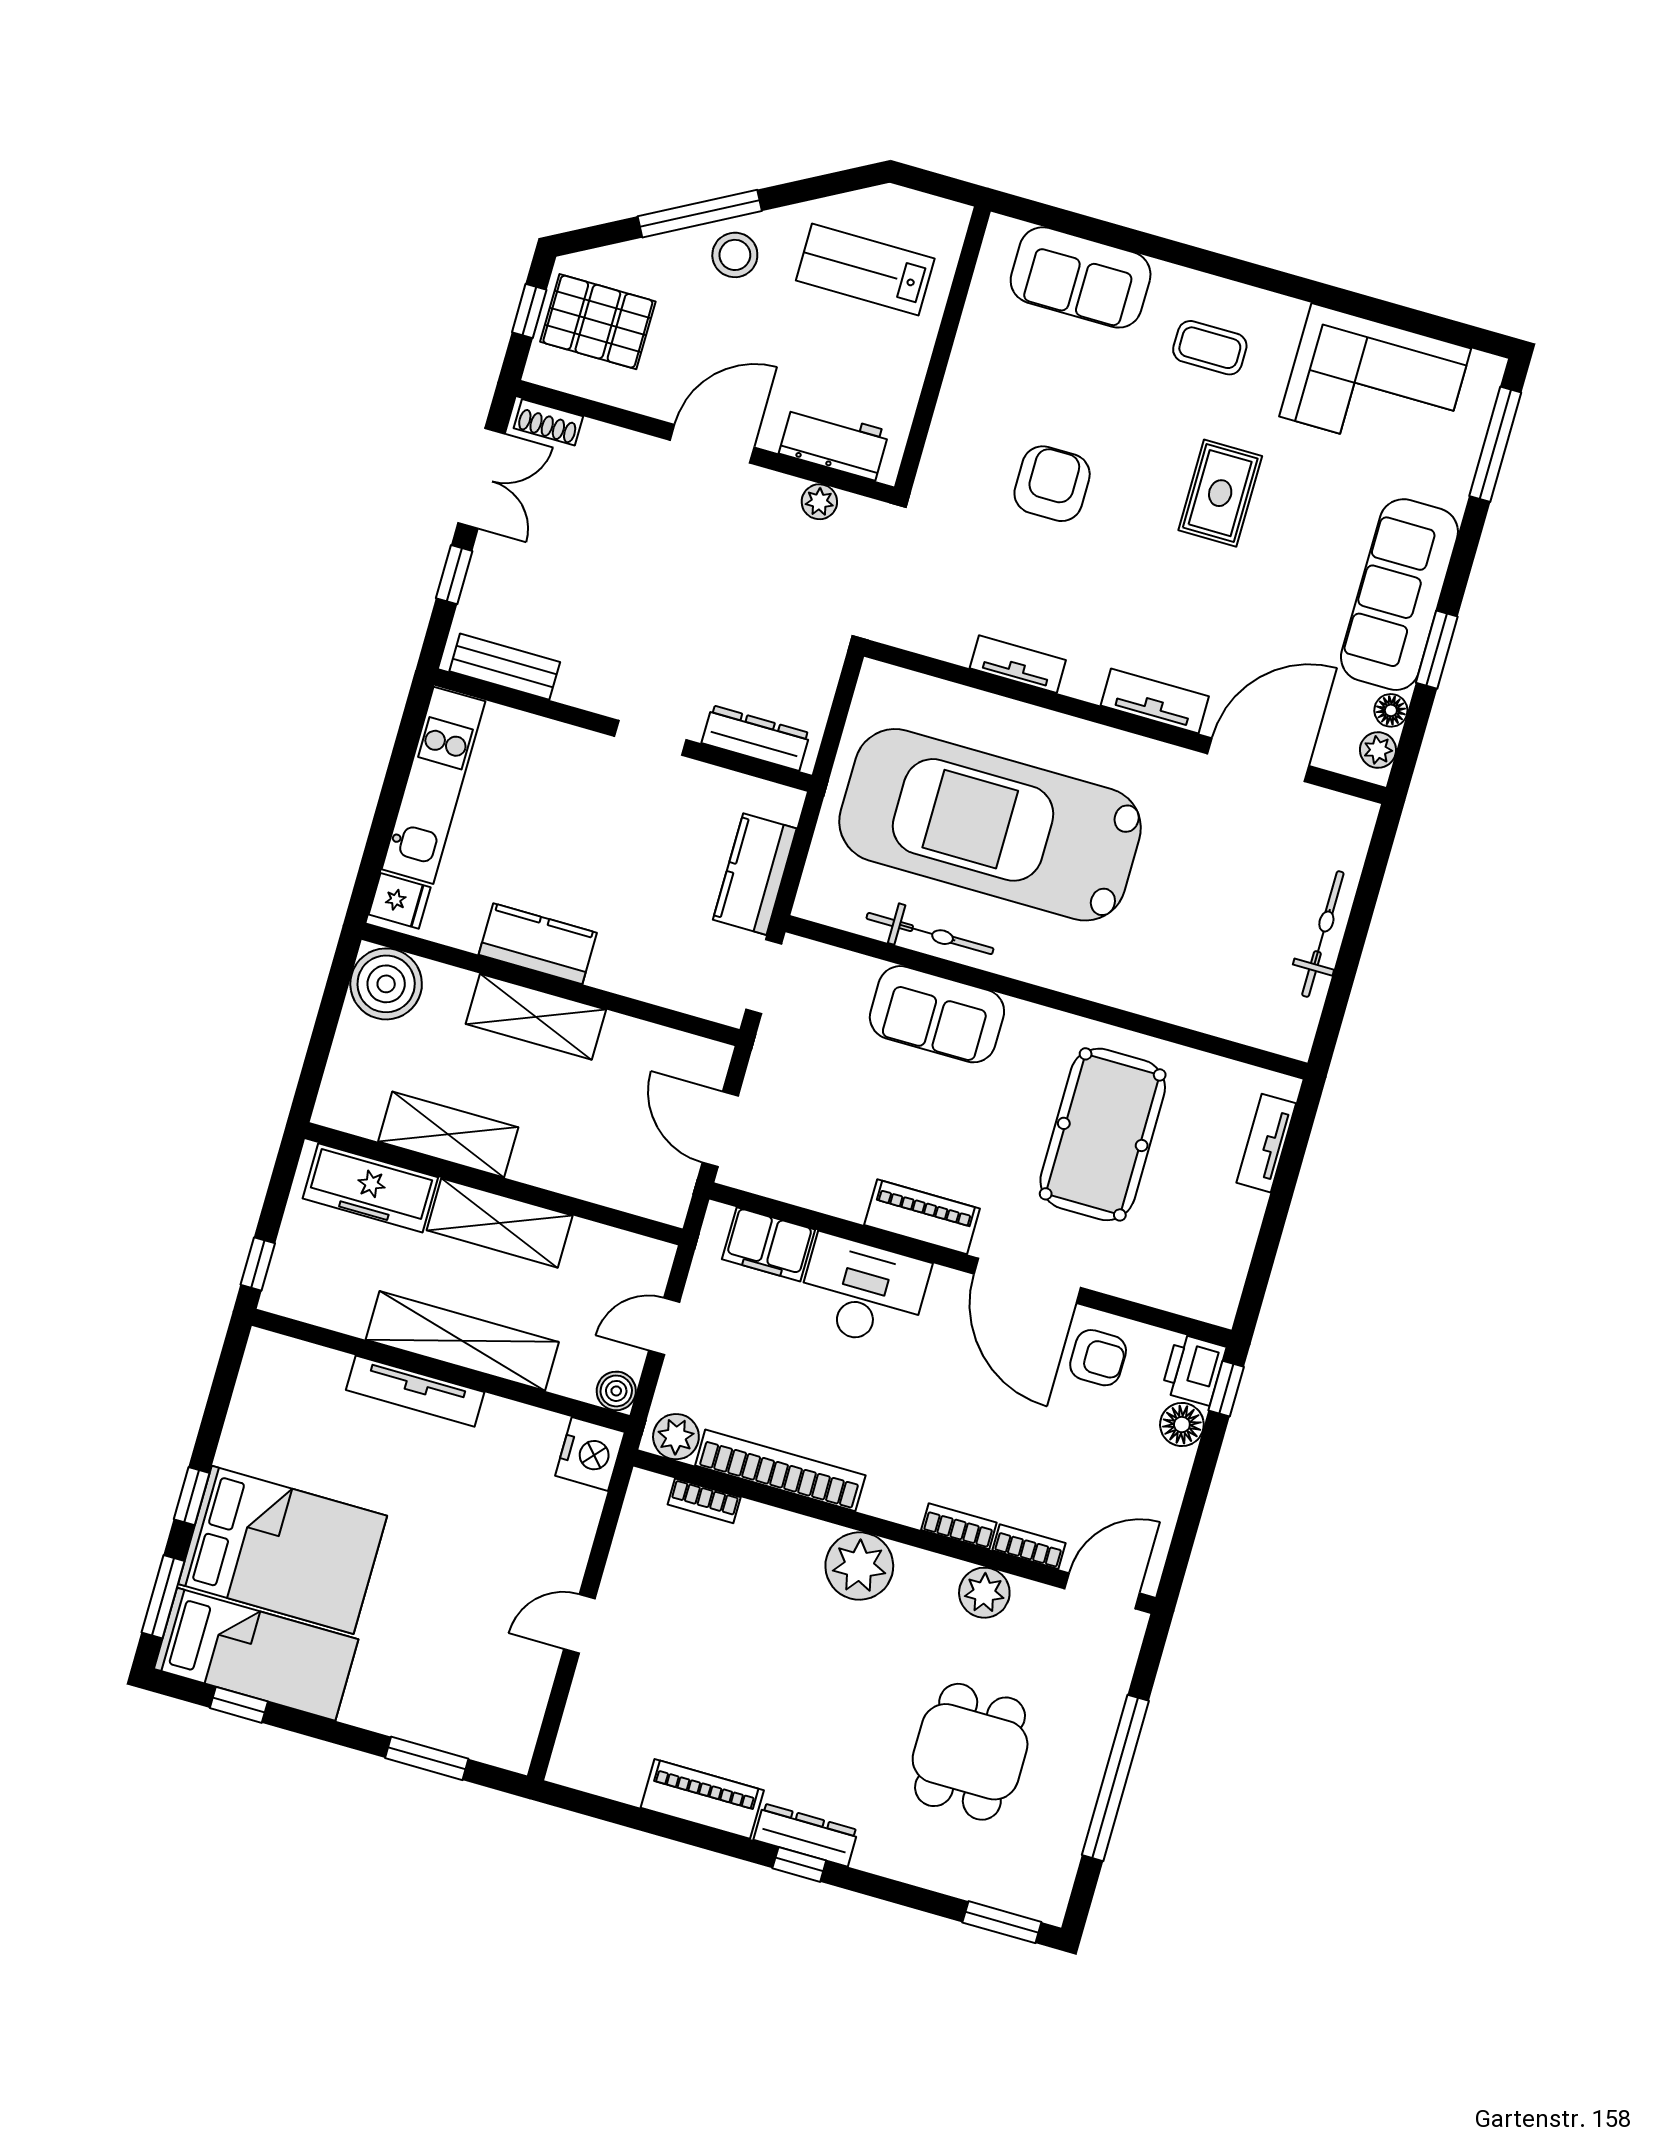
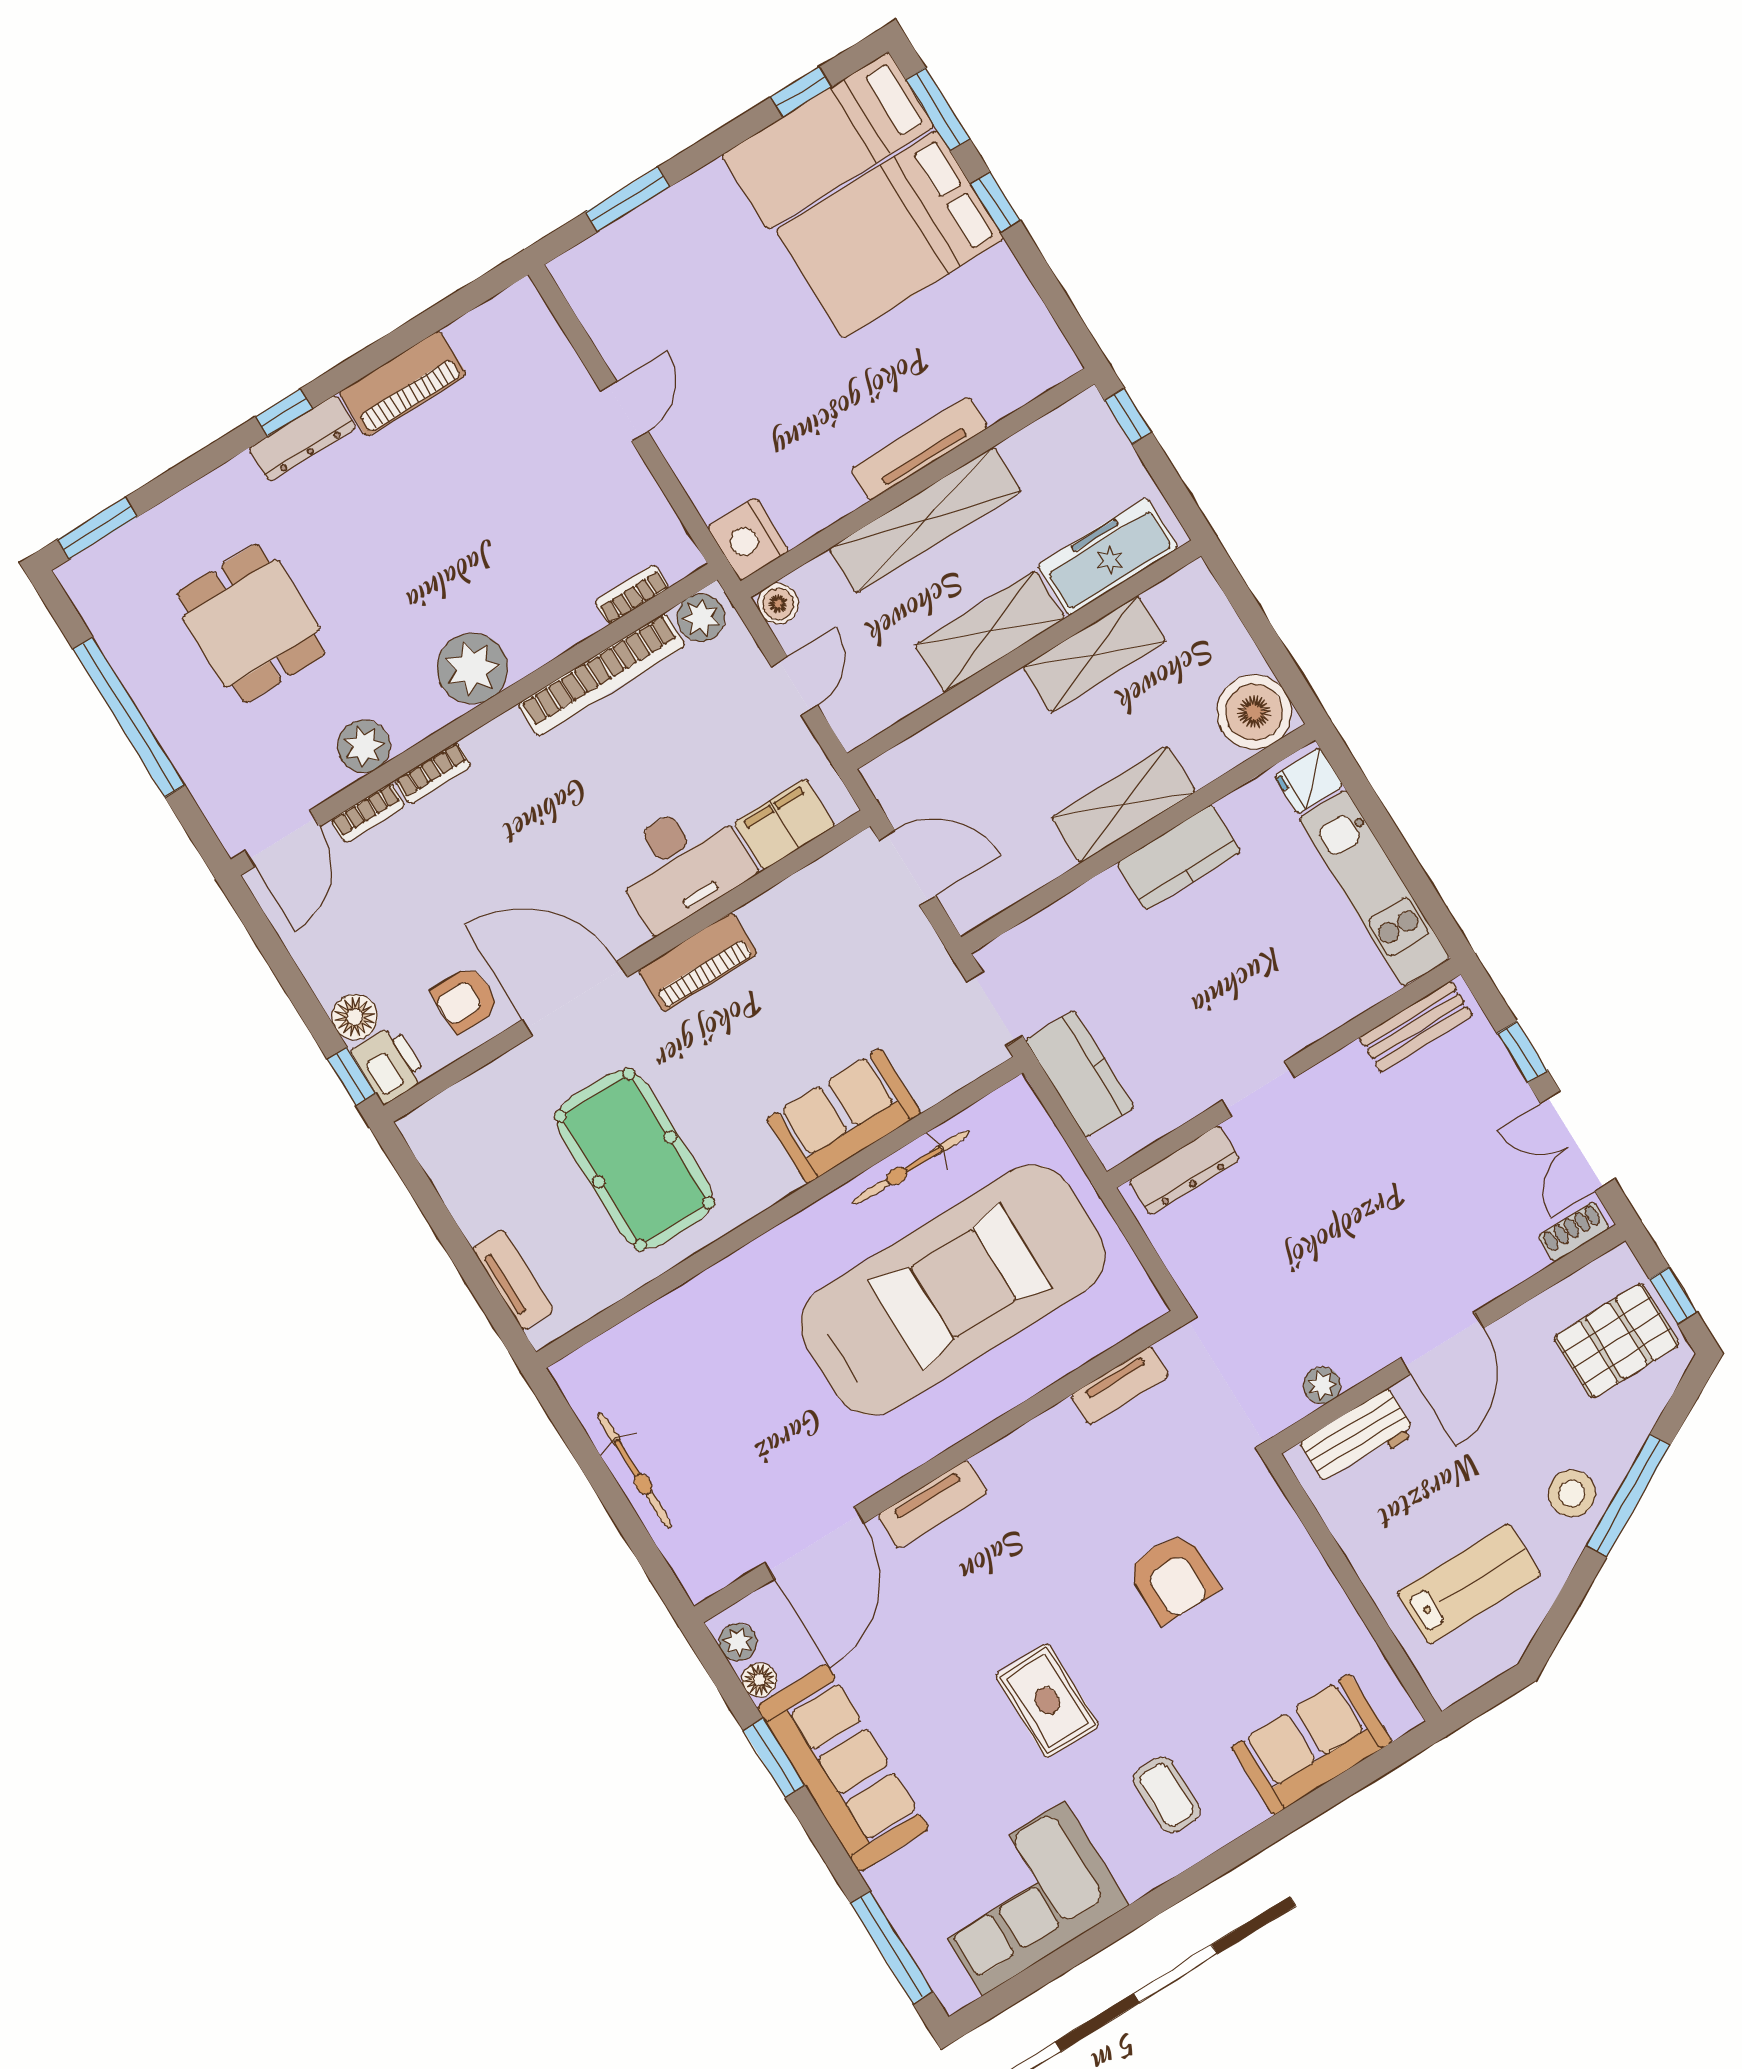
coffee table: (1210, 348) -> (1167, 1795), turned 90
tv unit: (1018, 664) -> (1120, 1385), moved

